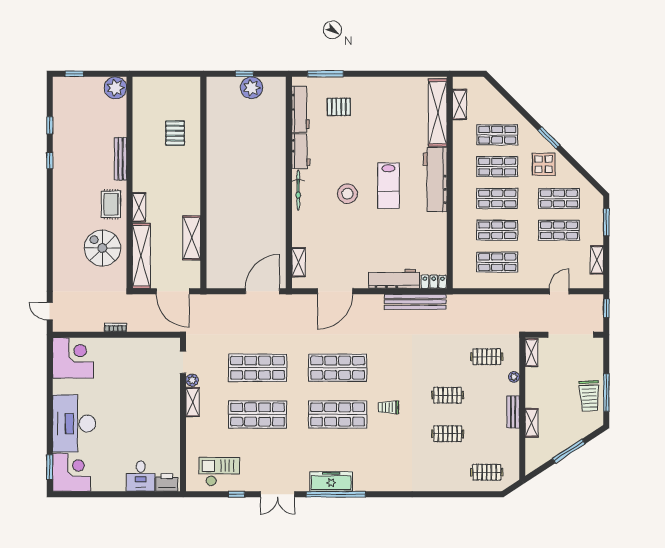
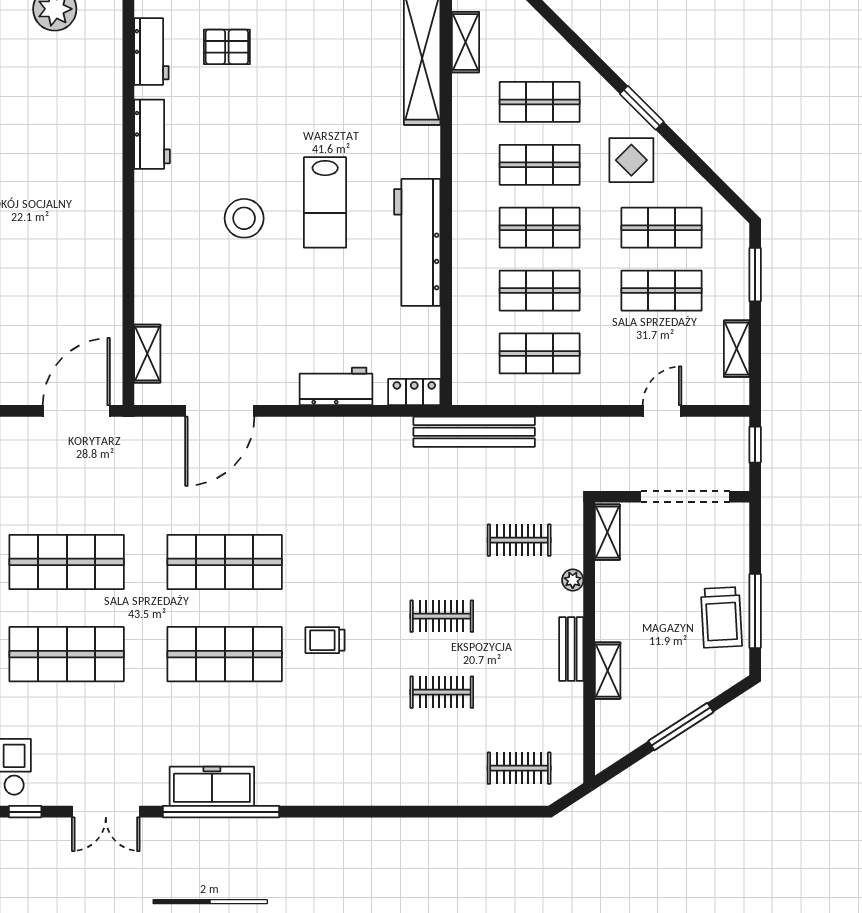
workbench: (300, 109) -> (151, 51), width x0.73
workbench: (435, 180) -> (417, 242), moved
bicycle: (298, 190) -> (147, 211), removed
workbench: (394, 279) -> (336, 386), width x0.73
bench: (415, 302) -> (474, 432), moved

